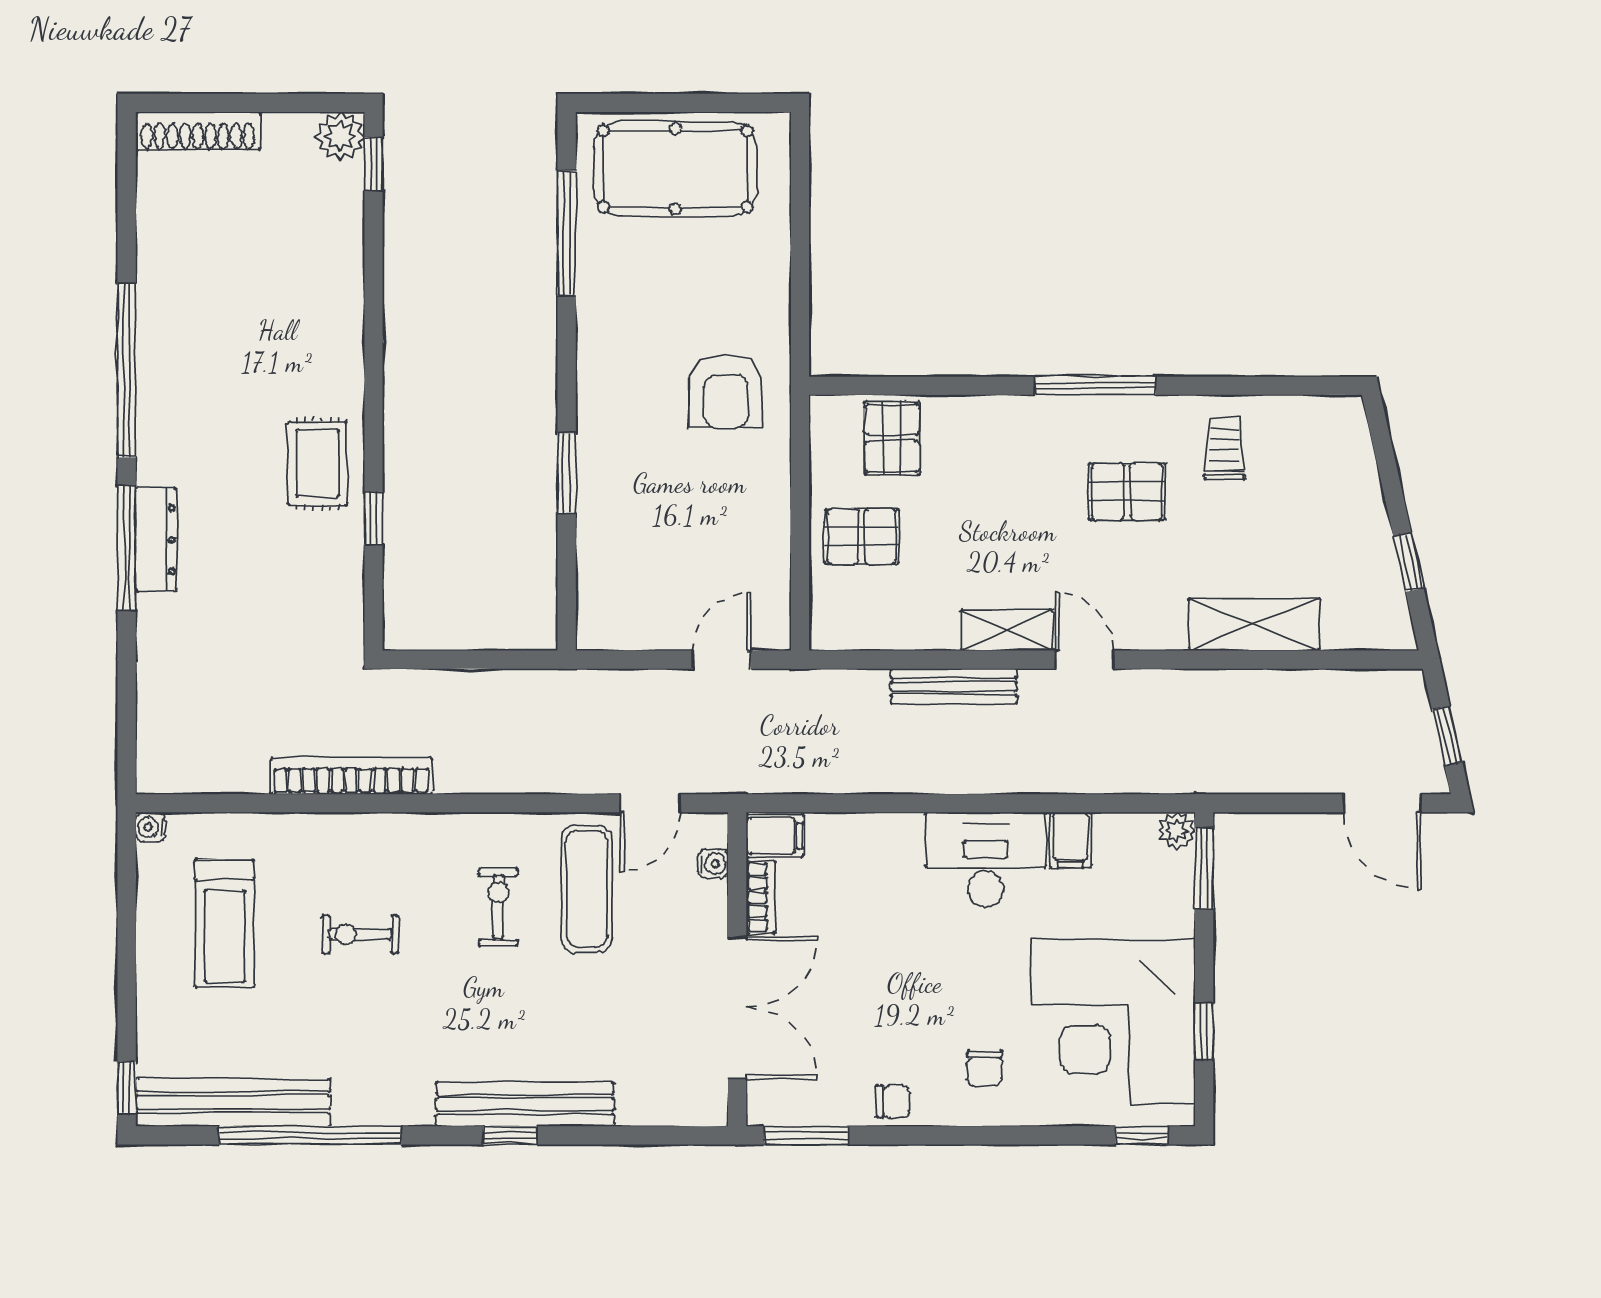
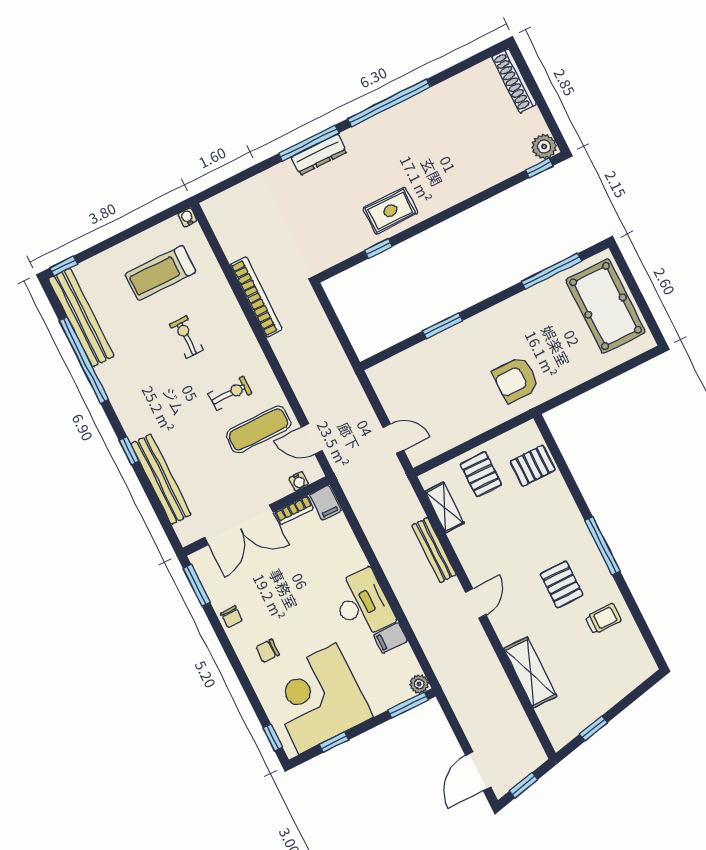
shelving: (1007, 630) -> (444, 507), moved
bench: (525, 1104) -> (161, 479), moved

